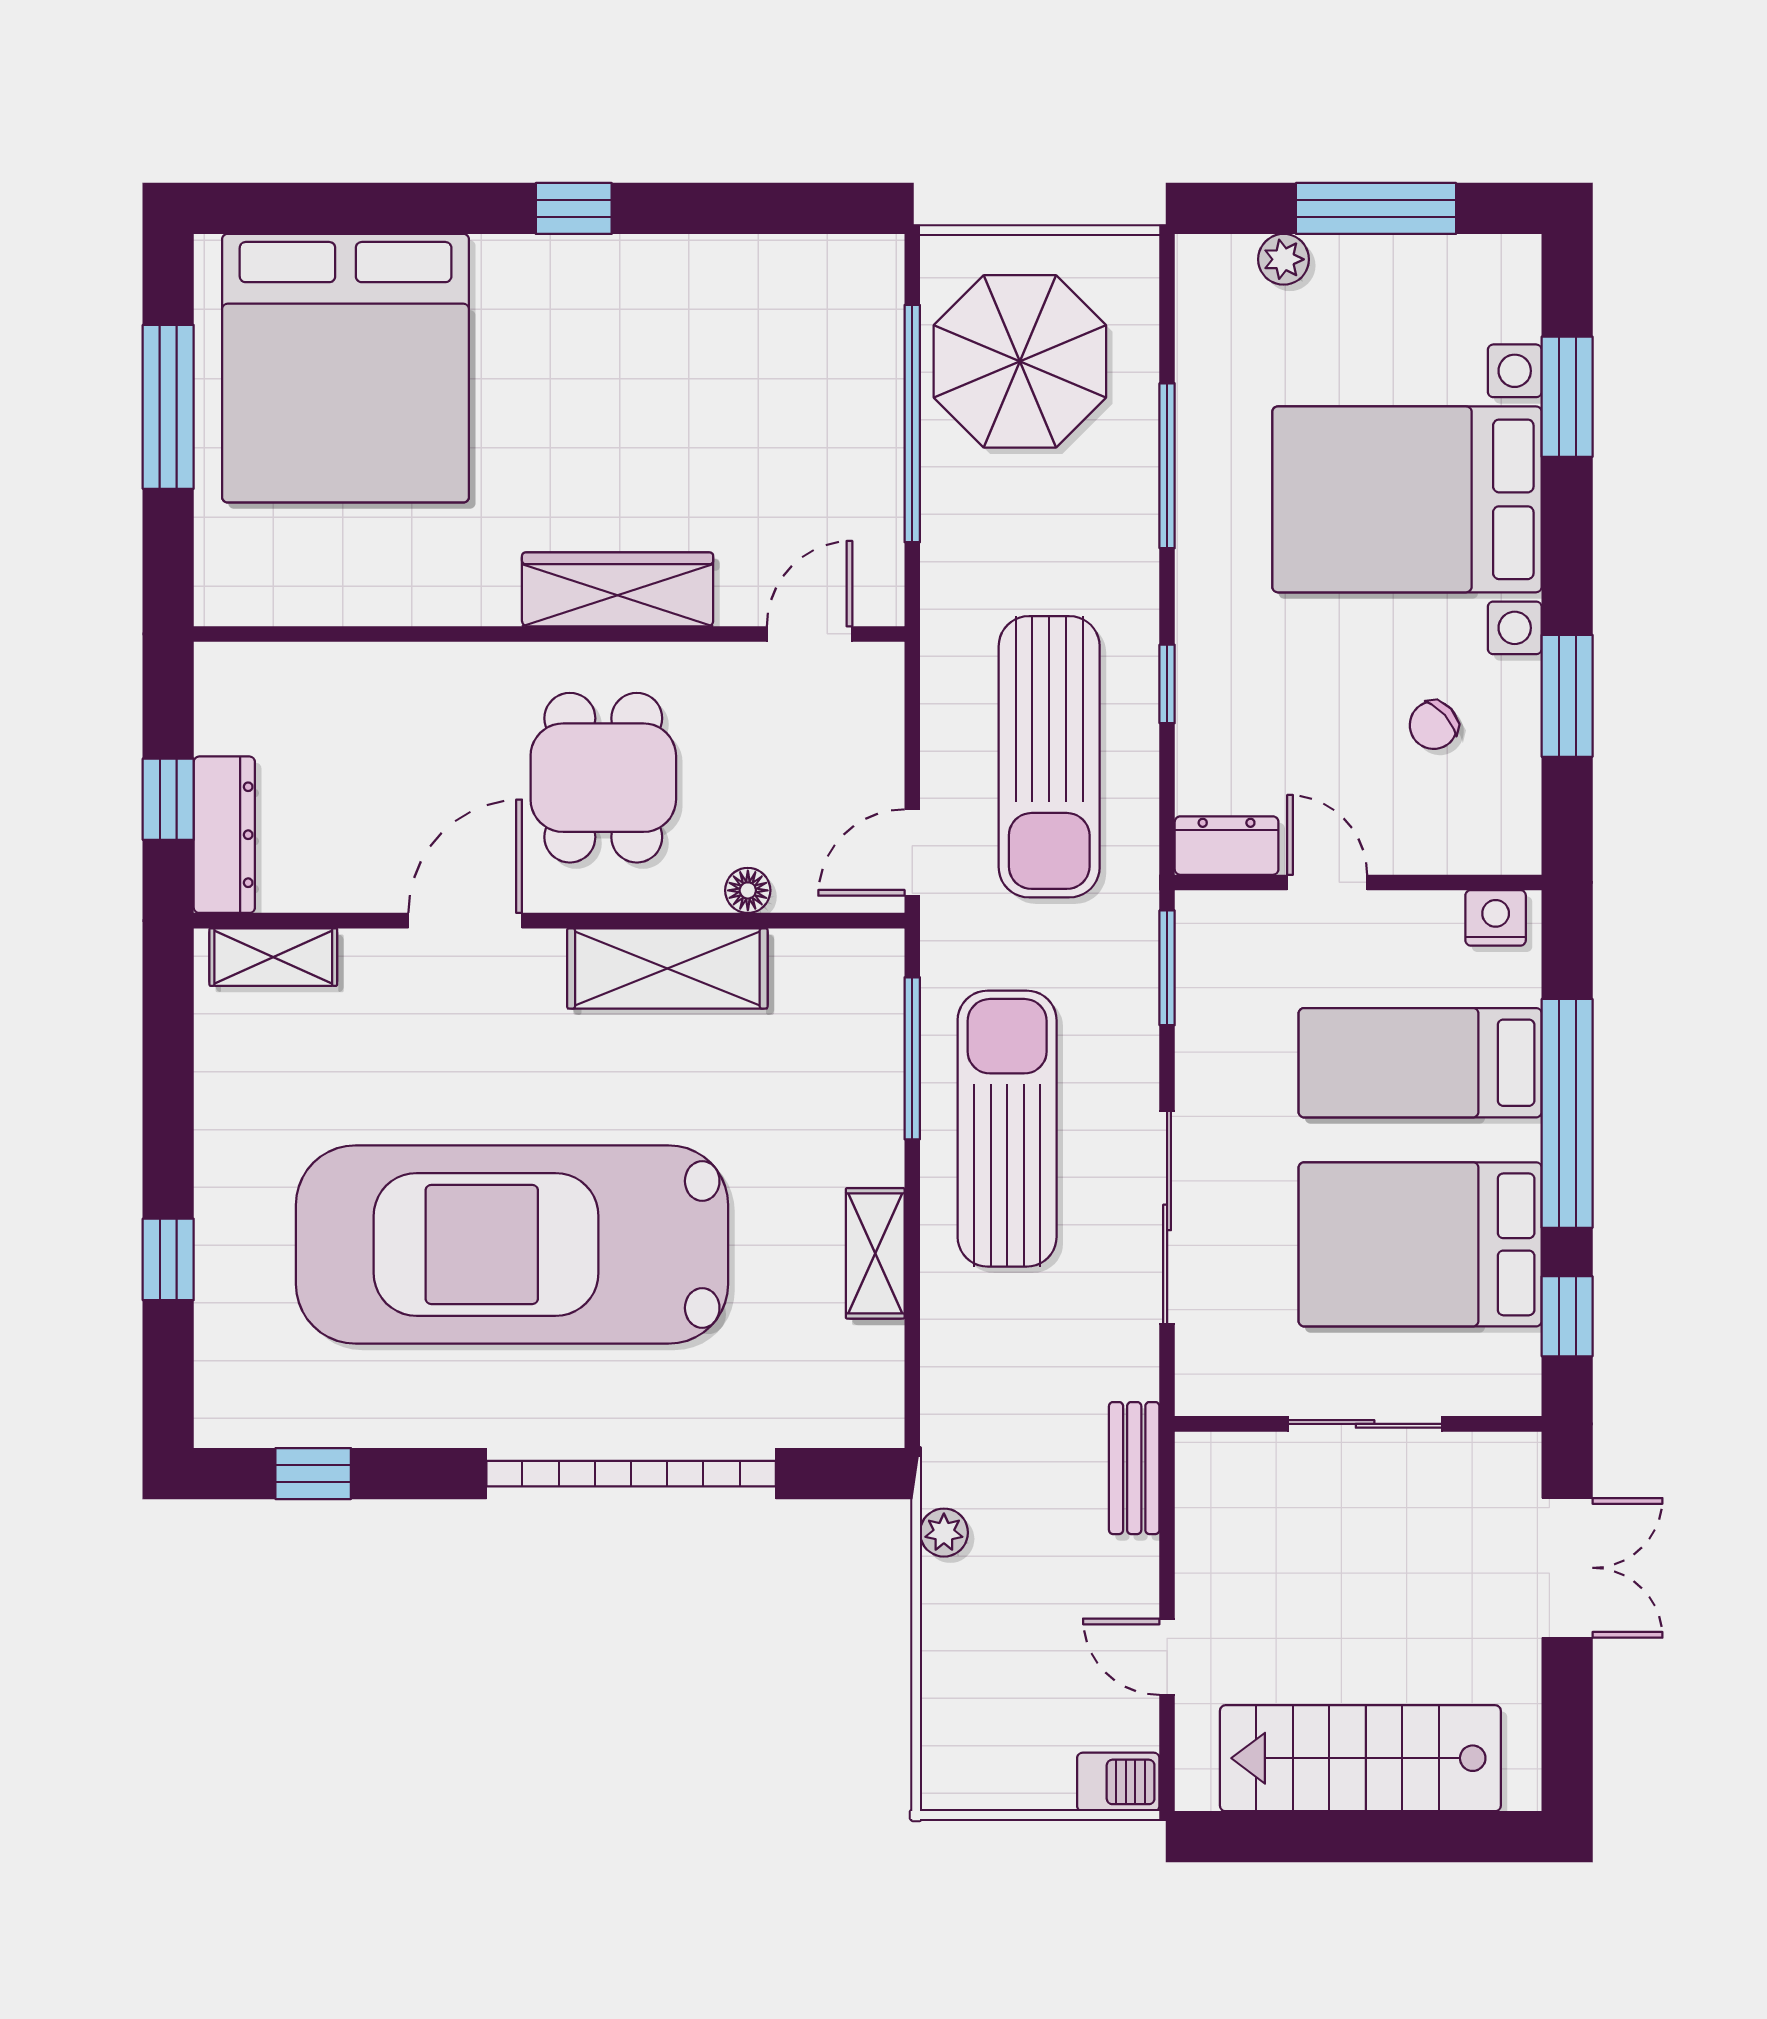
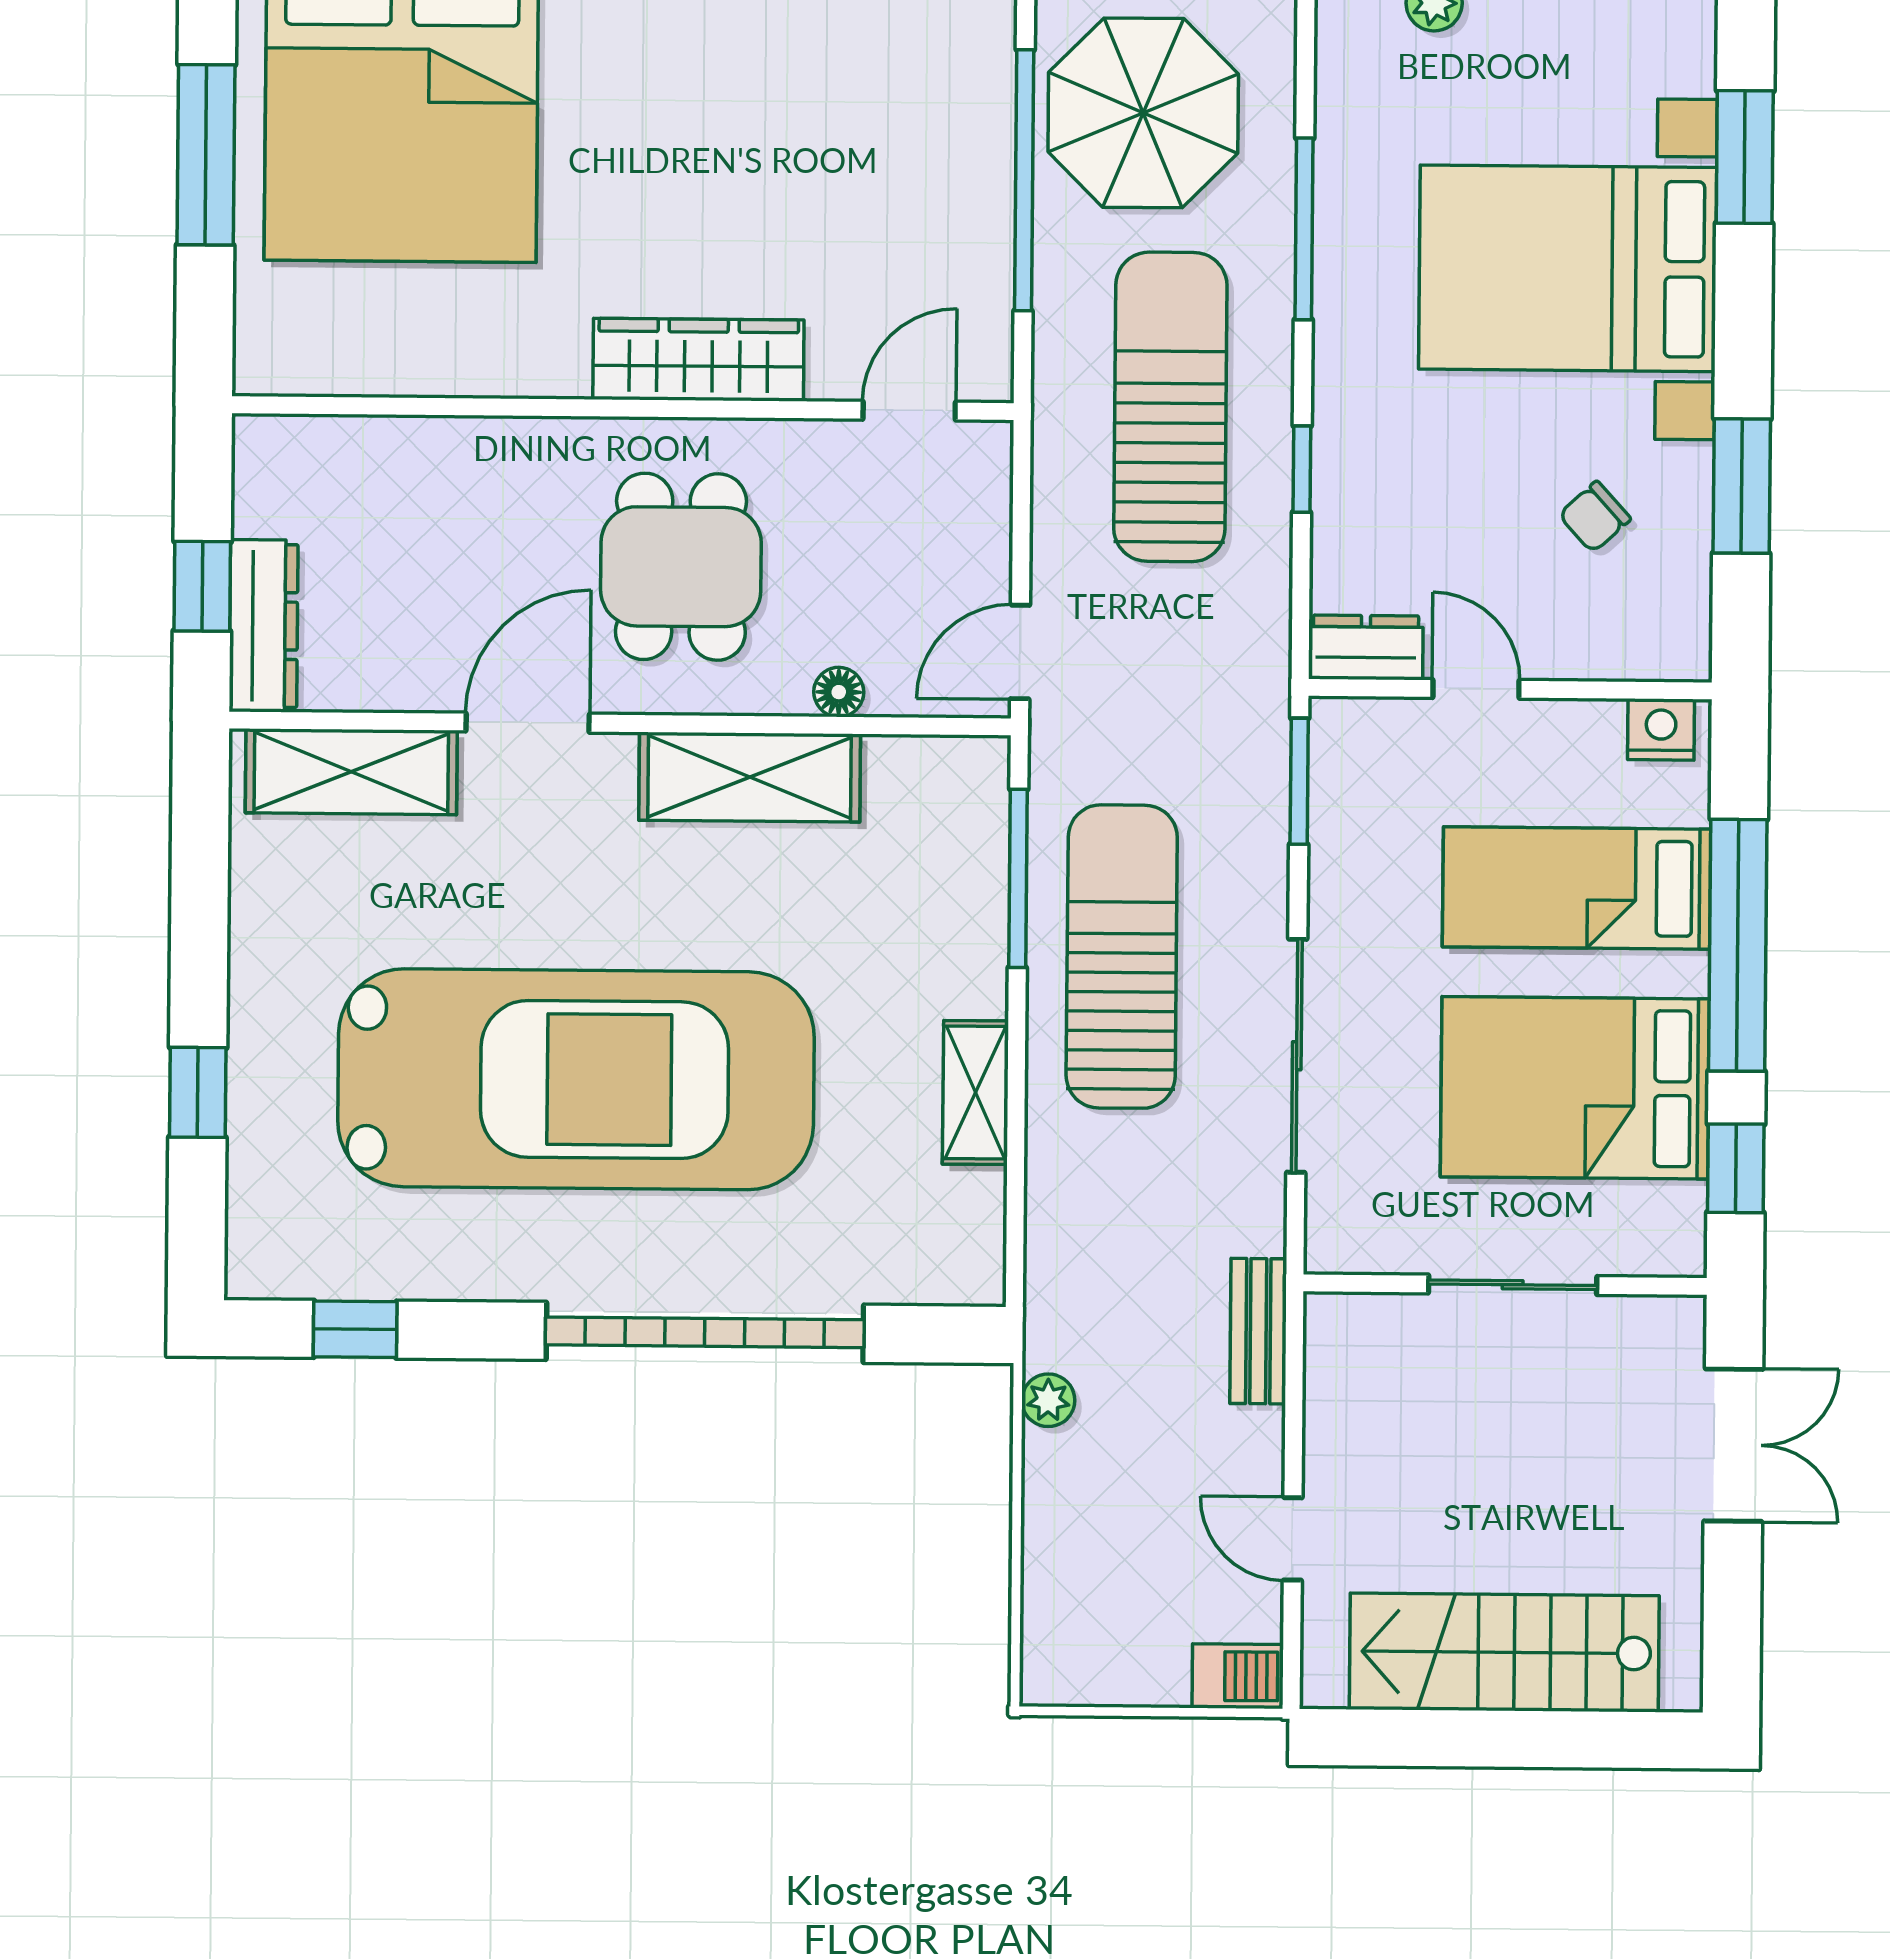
sun lounger: (1049, 757) -> (1170, 407), moved, turned 180
shelving: (273, 957) -> (351, 772), width x1.50, depth x1.33
car: (512, 1244) -> (576, 1079), turned 180

